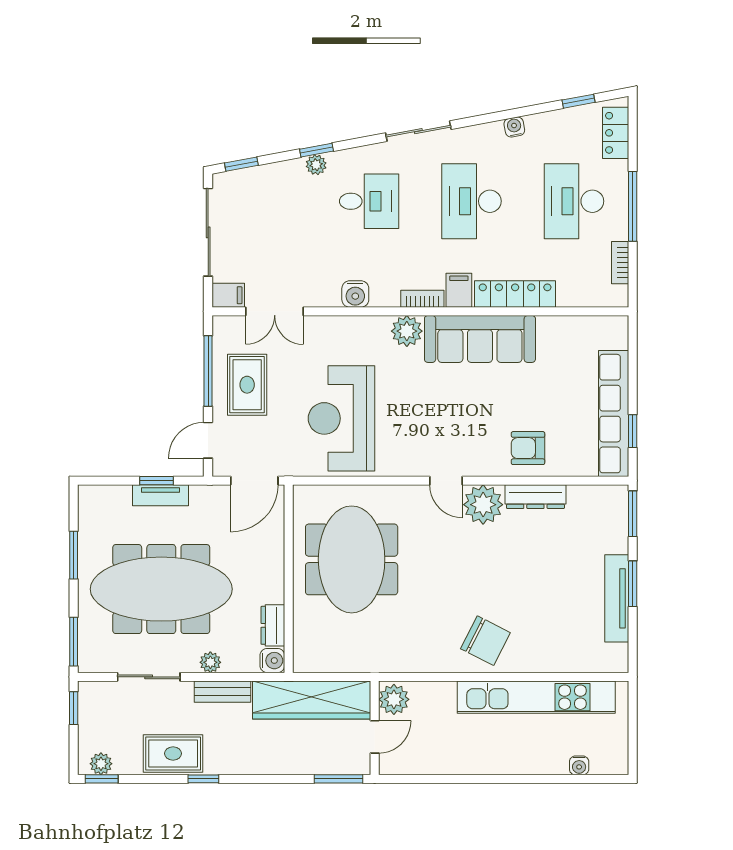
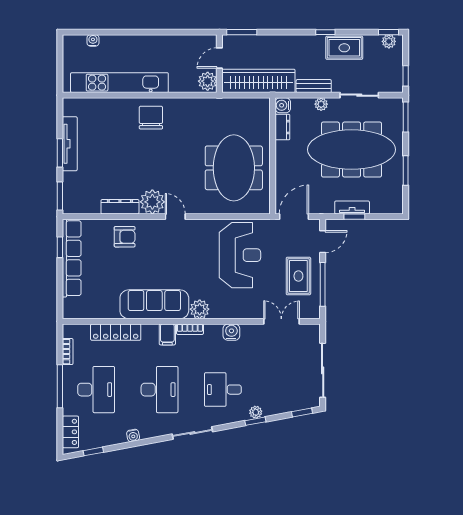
locker: (515, 294) -> (116, 332), moved
filing cabinet: (228, 295) -> (310, 331), removed
chair: (485, 641) -> (151, 118), turned 63

